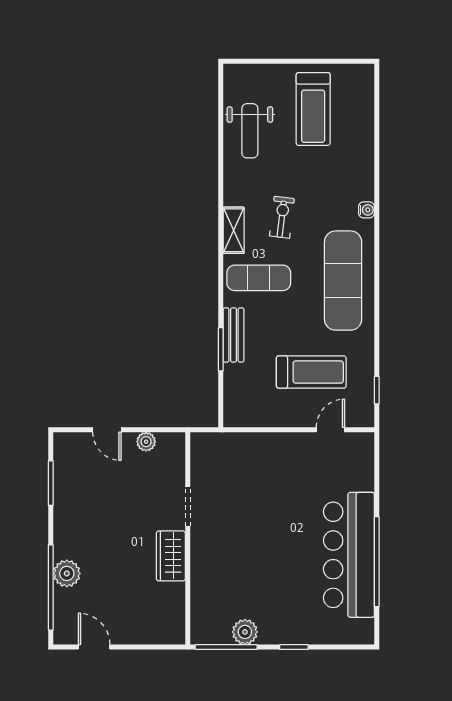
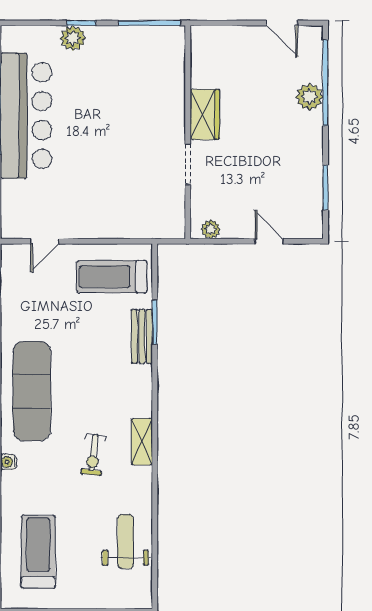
treadmill: (313, 109) -> (38, 552), moved
exercise mat: (259, 278) -> (117, 394), removed
treadmill: (311, 372) -> (112, 277), moved
plant: (146, 442) -> (211, 229), moved
plant: (245, 632) -> (73, 38), moved

